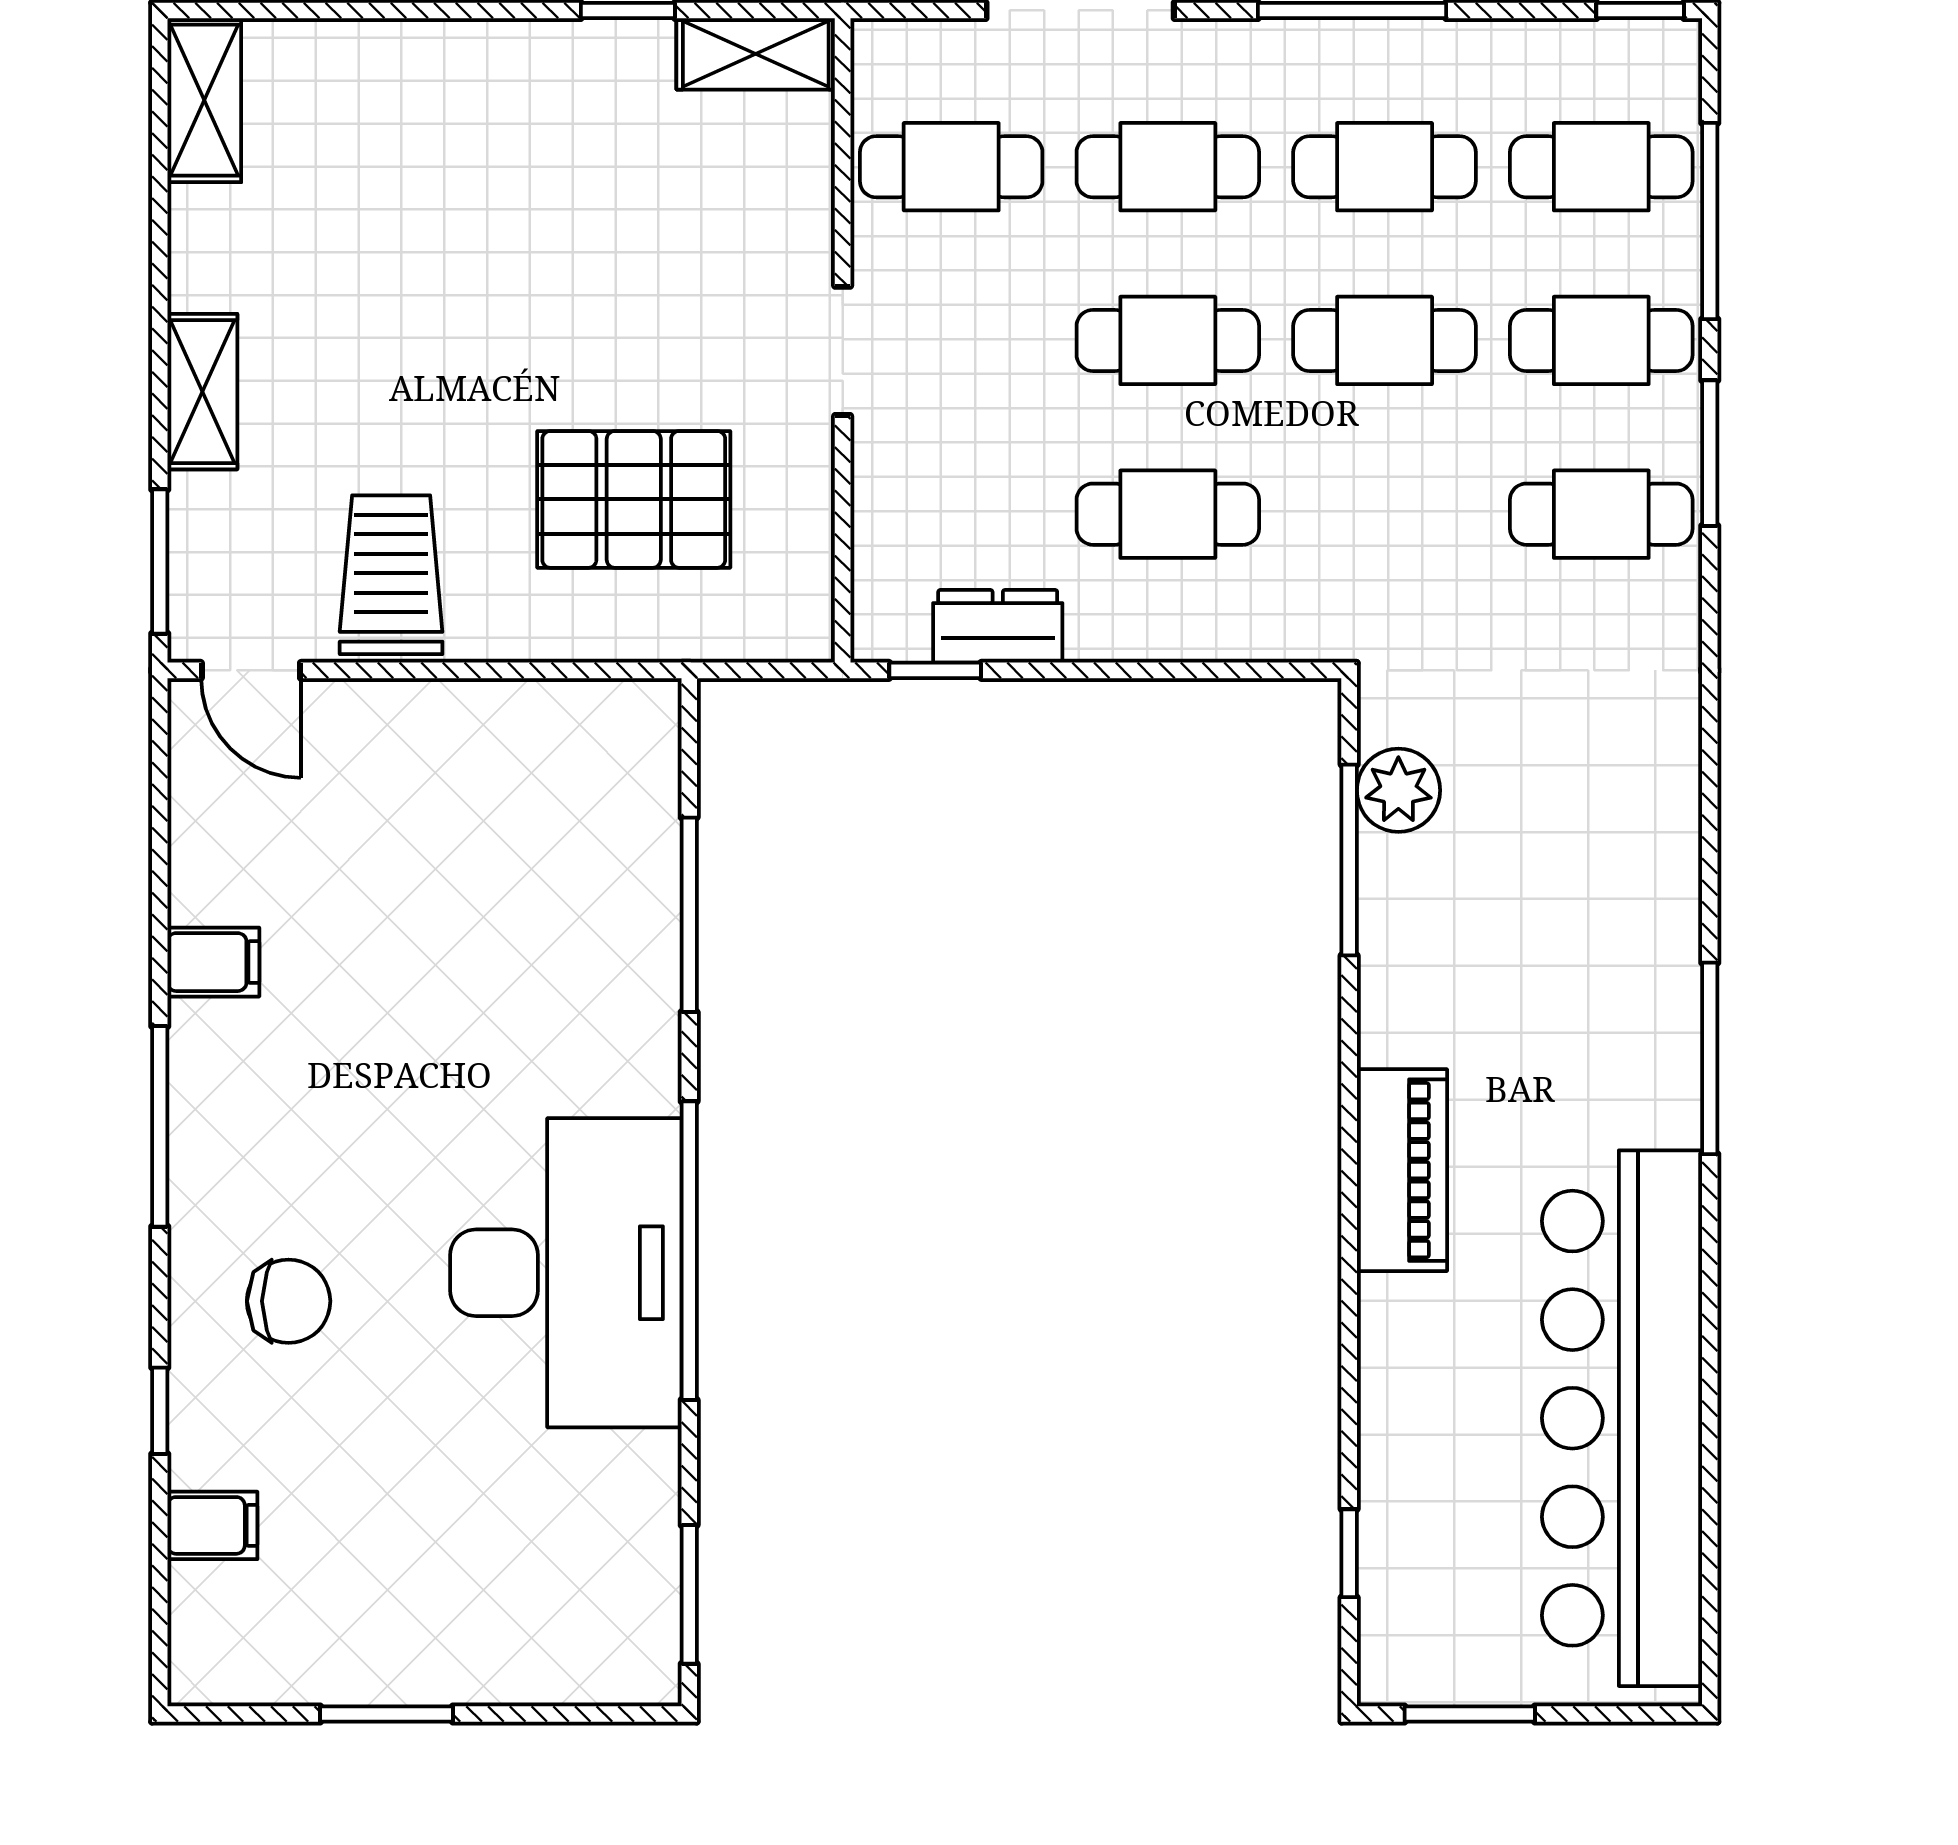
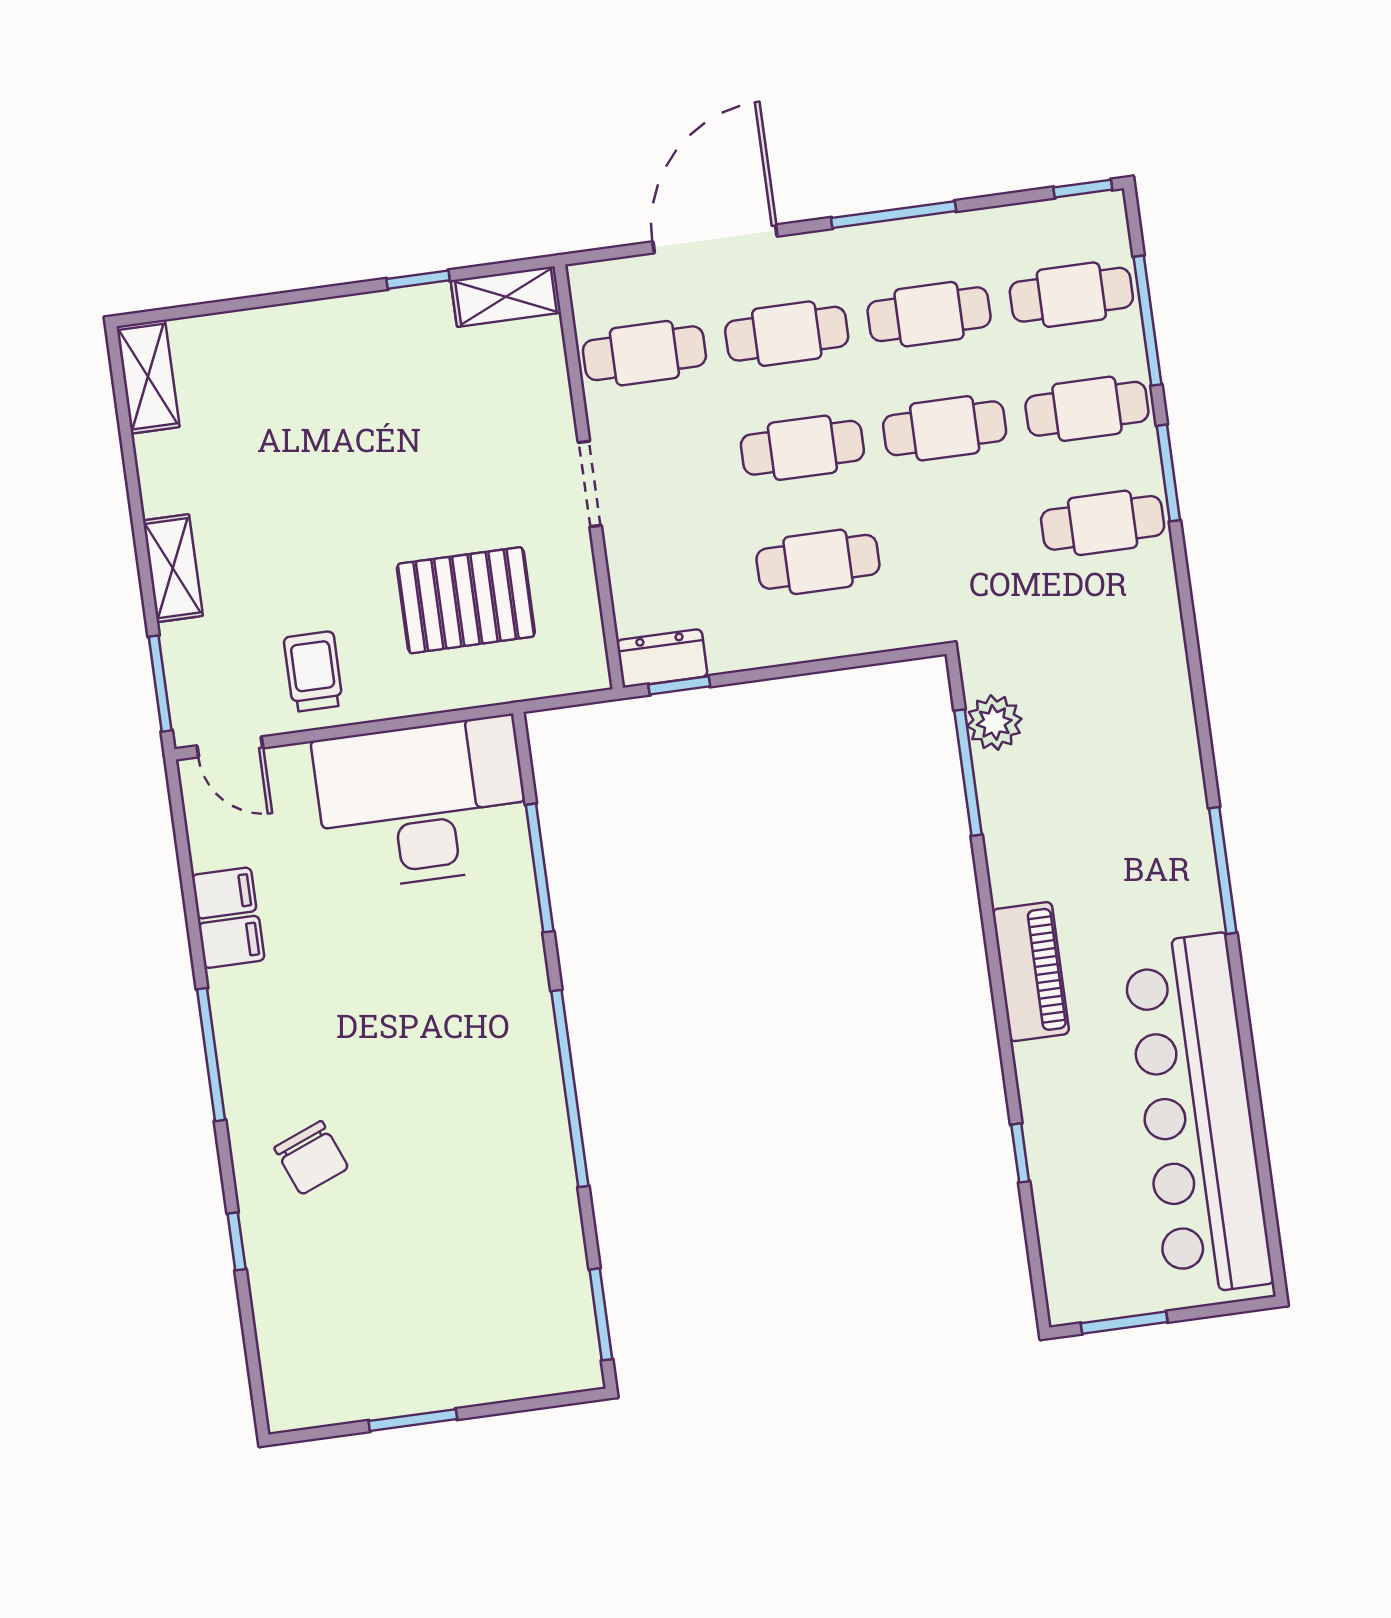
trolley: (391, 575) -> (313, 671), width x0.73, depth x0.72
dresser: (998, 626) -> (662, 658), moved
desk: (566, 1273) -> (422, 803), moved, turned -90
chair: (289, 1301) -> (311, 1158), turned 68
filing cabinet: (212, 1525) -> (224, 893), moved
window: (1349, 1553) -> (1020, 1153), moved

